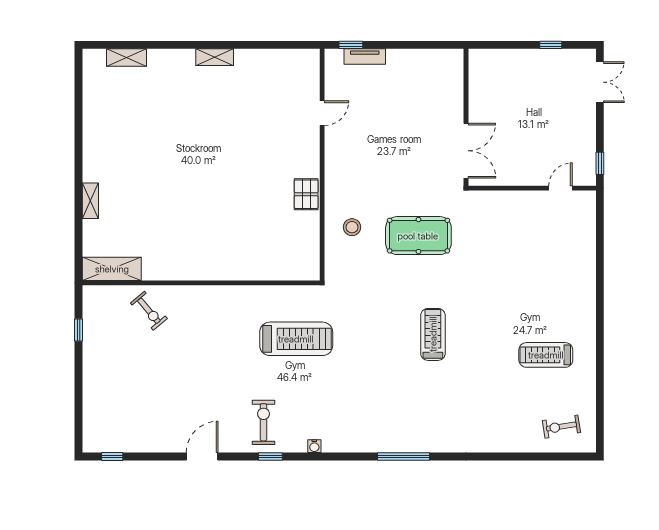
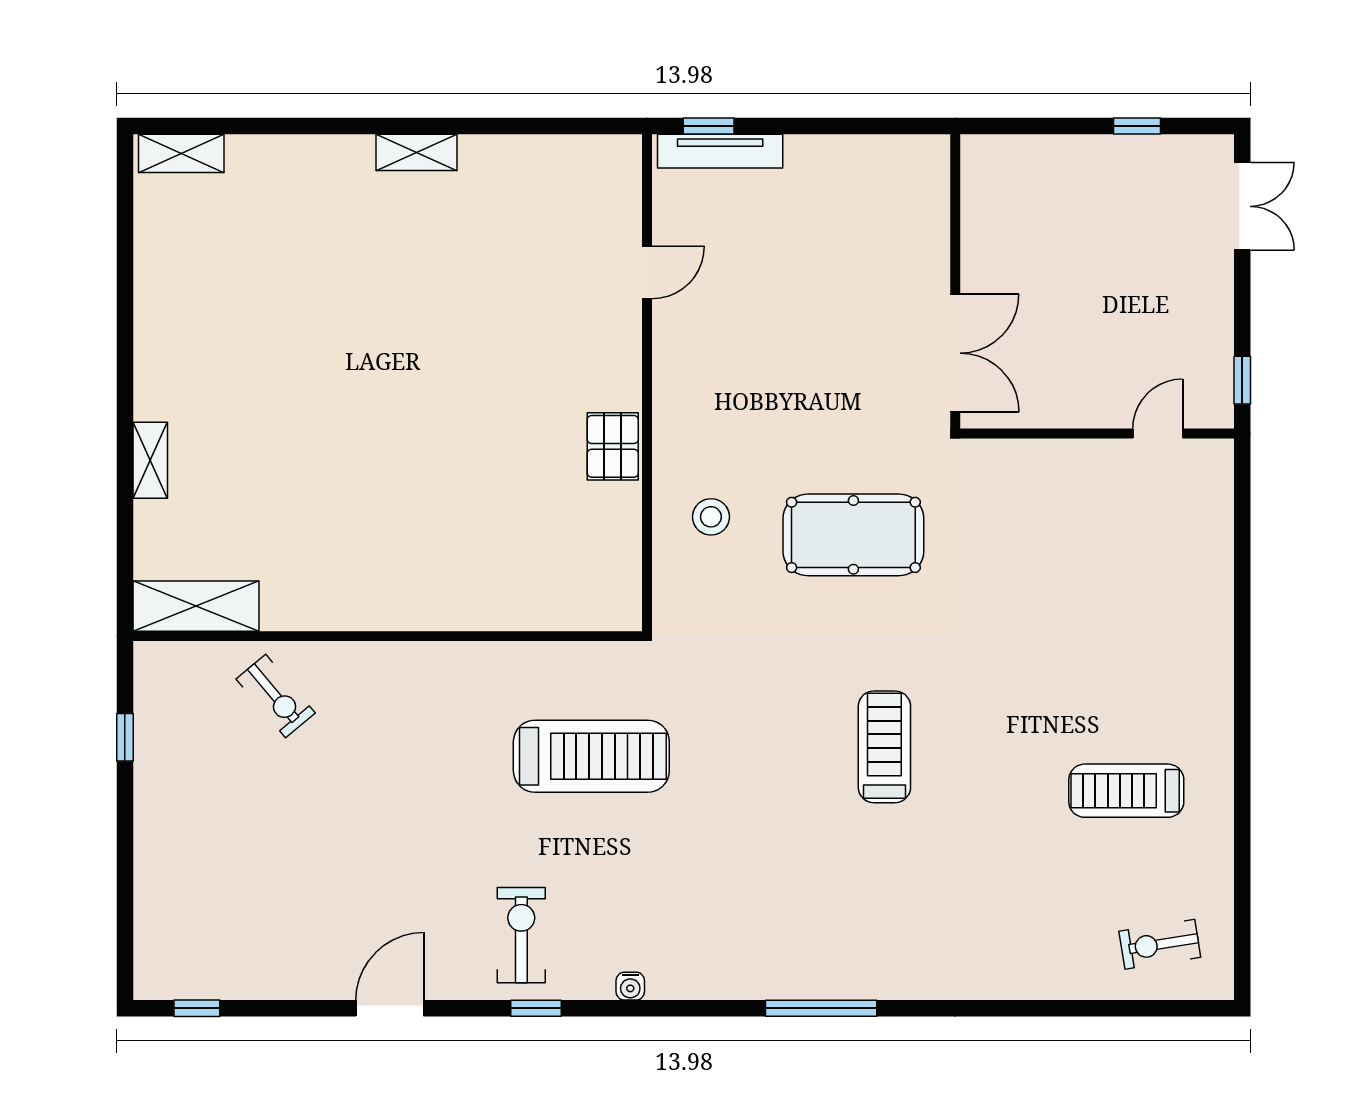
tv unit: (365, 56) -> (720, 151), width x1.41
shelving: (127, 58) -> (181, 153), moved

